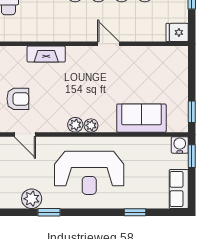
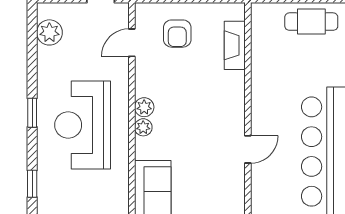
fireplace: (46, 54) -> (235, 45), moved
plant: (32, 199) -> (49, 32), moved
window: (49, 212) -> (32, 113), moved

